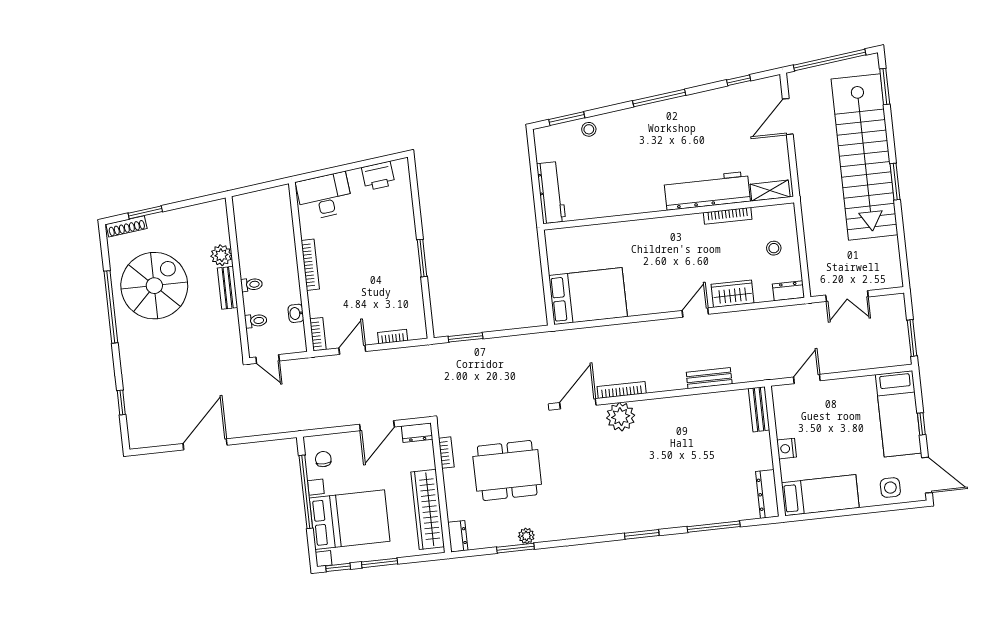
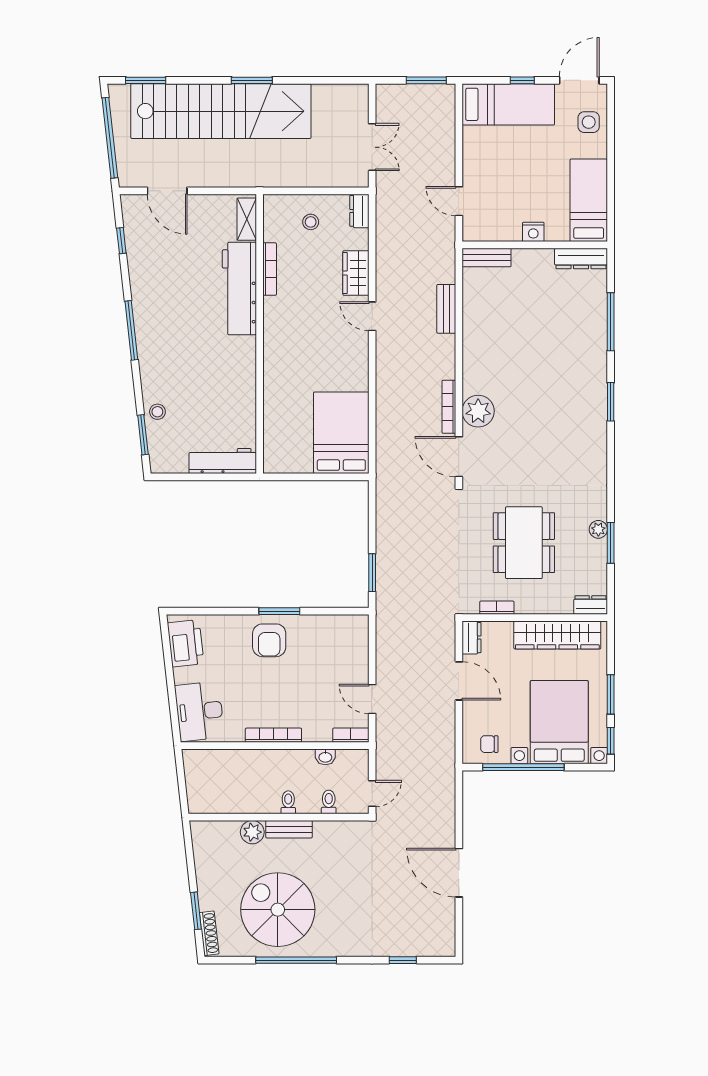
printer: (378, 176) -> (186, 643), width x1.37, depth x1.19
armchair: (395, 252) -> (269, 640), added
bookcase: (393, 337) -> (362, 653), removed

